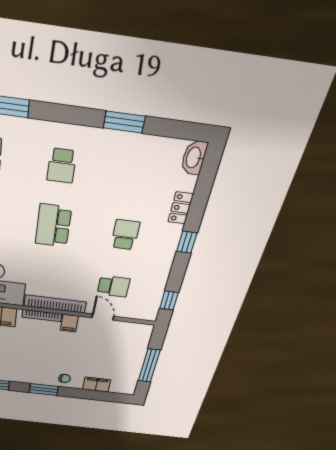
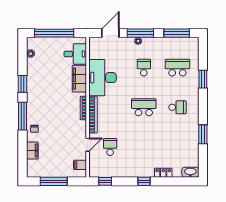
school desk: (62, 166) -> (177, 107), turned 180
school desk: (125, 235) -> (144, 147), removed
school desk: (113, 286) -> (110, 147), turned 180
filing cabinet: (69, 323) -> (80, 165), moved
window: (44, 390) -> (22, 116), width x1.44

